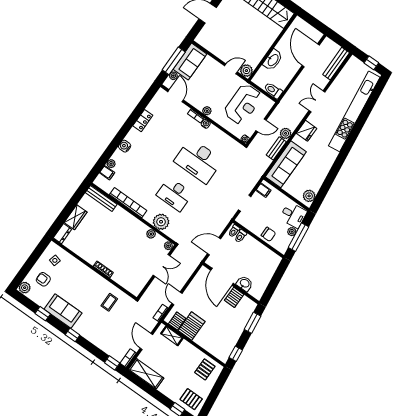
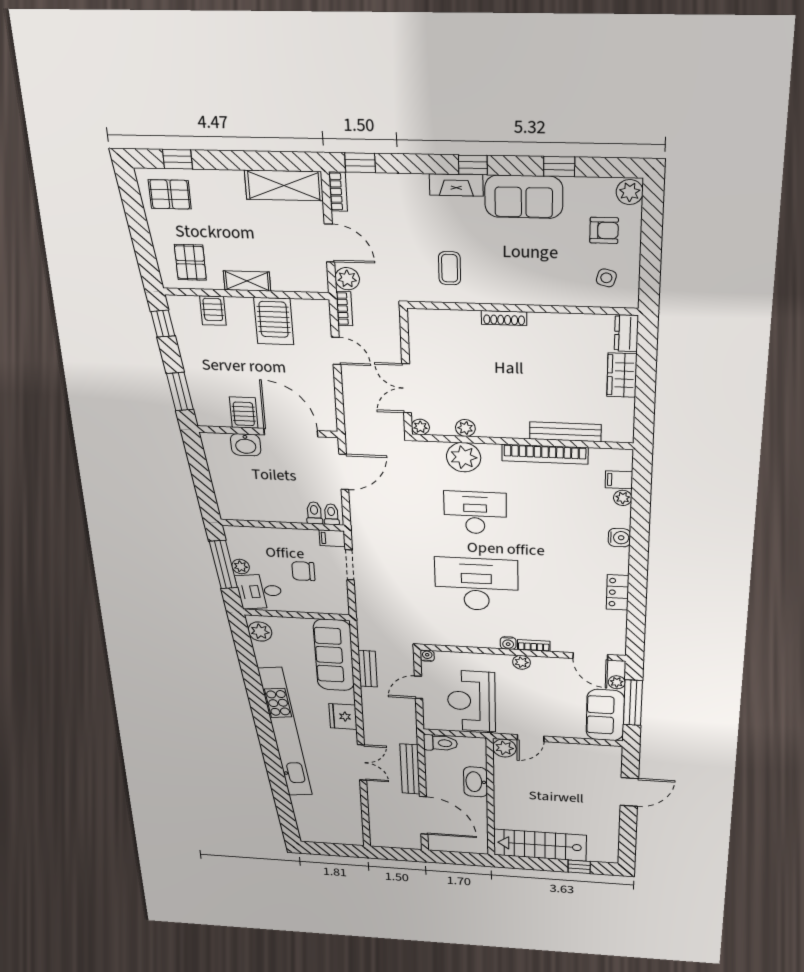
window: (371, 63) -> (328, 849), removed
bench: (336, 64) -> (410, 769), moved
kitchen unit: (354, 111) -> (285, 733), moved
plant: (286, 133) -> (347, 279), moved
filing cabinet: (263, 190) -> (332, 538), moved
bench: (101, 198) -> (565, 432), moved
chair: (268, 234) -> (303, 571), moved
server rack: (177, 321) -> (213, 311), moved
fireplace: (84, 332) -> (456, 185), added
shelving: (172, 336) -> (247, 281), moved

